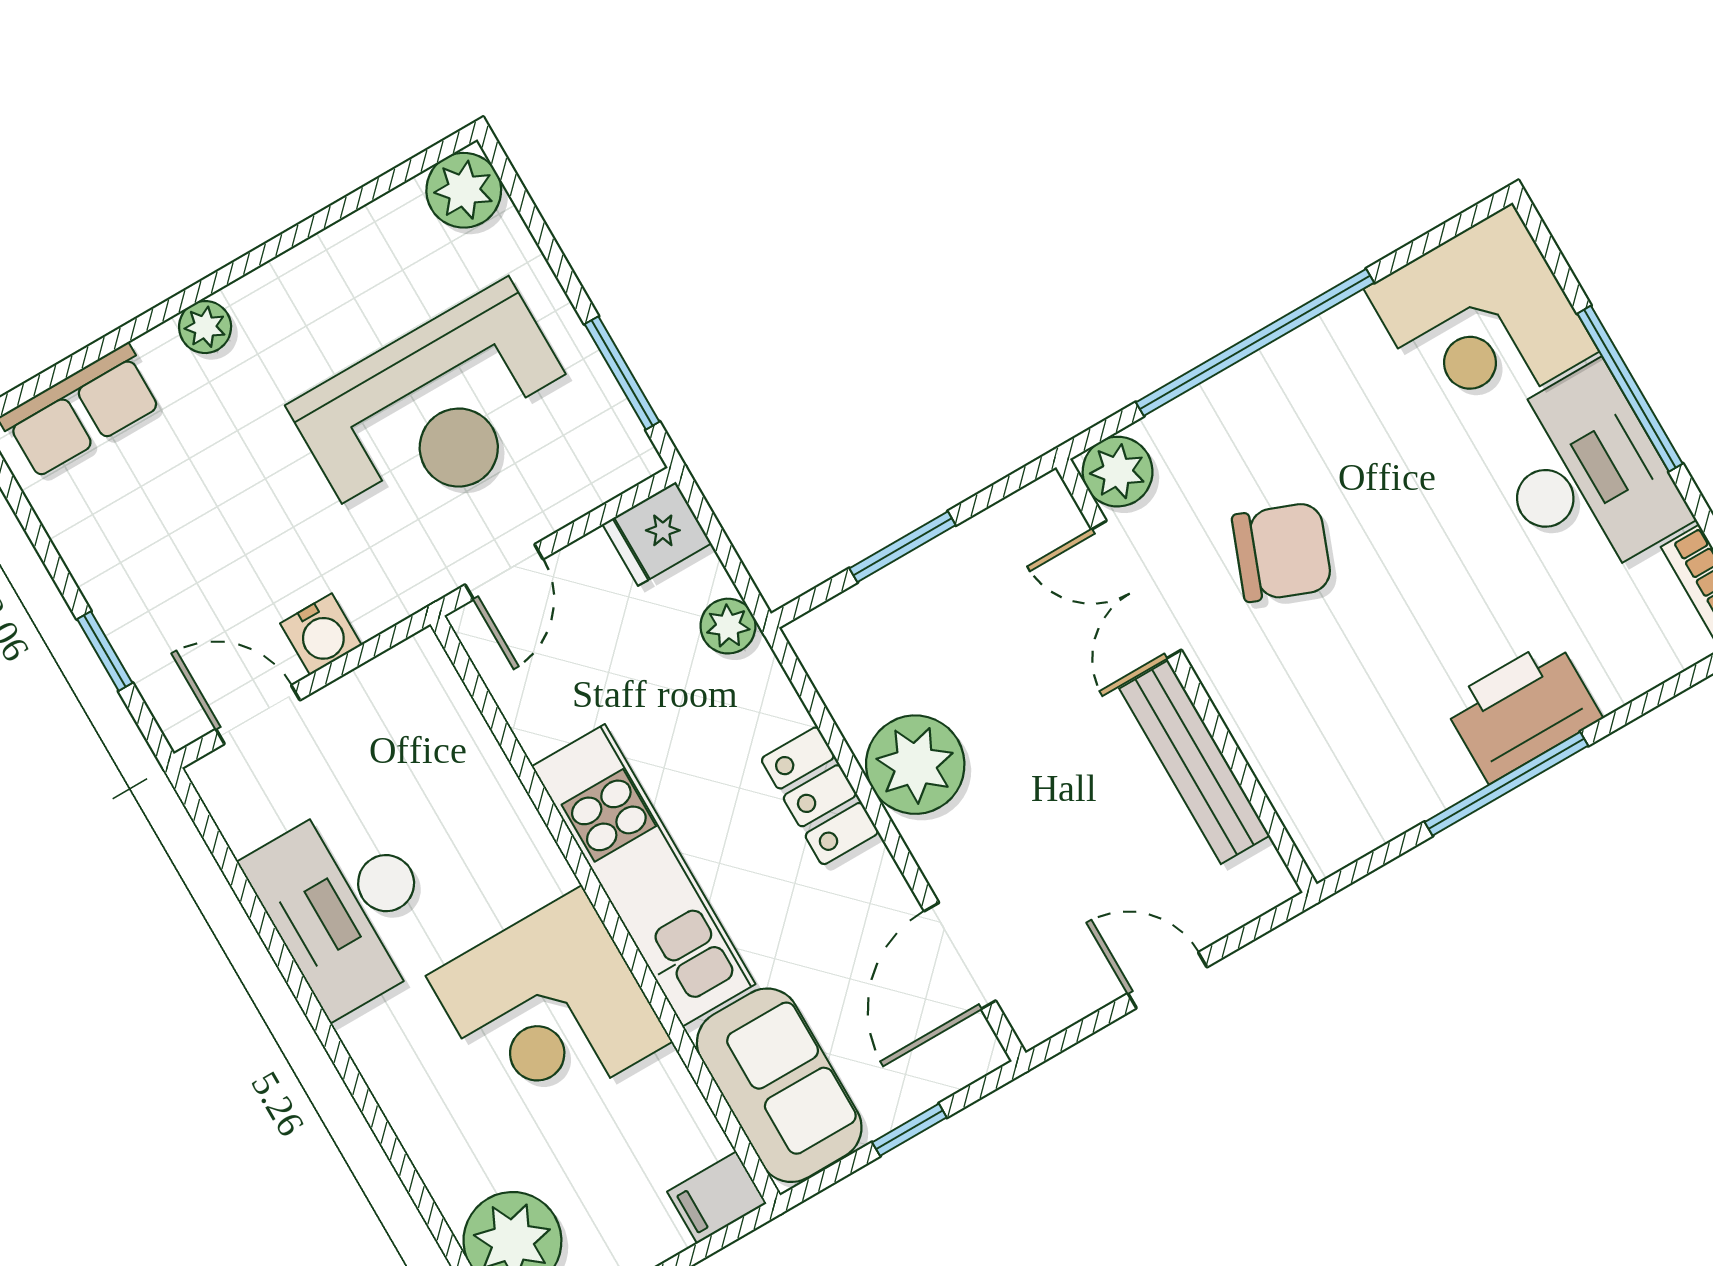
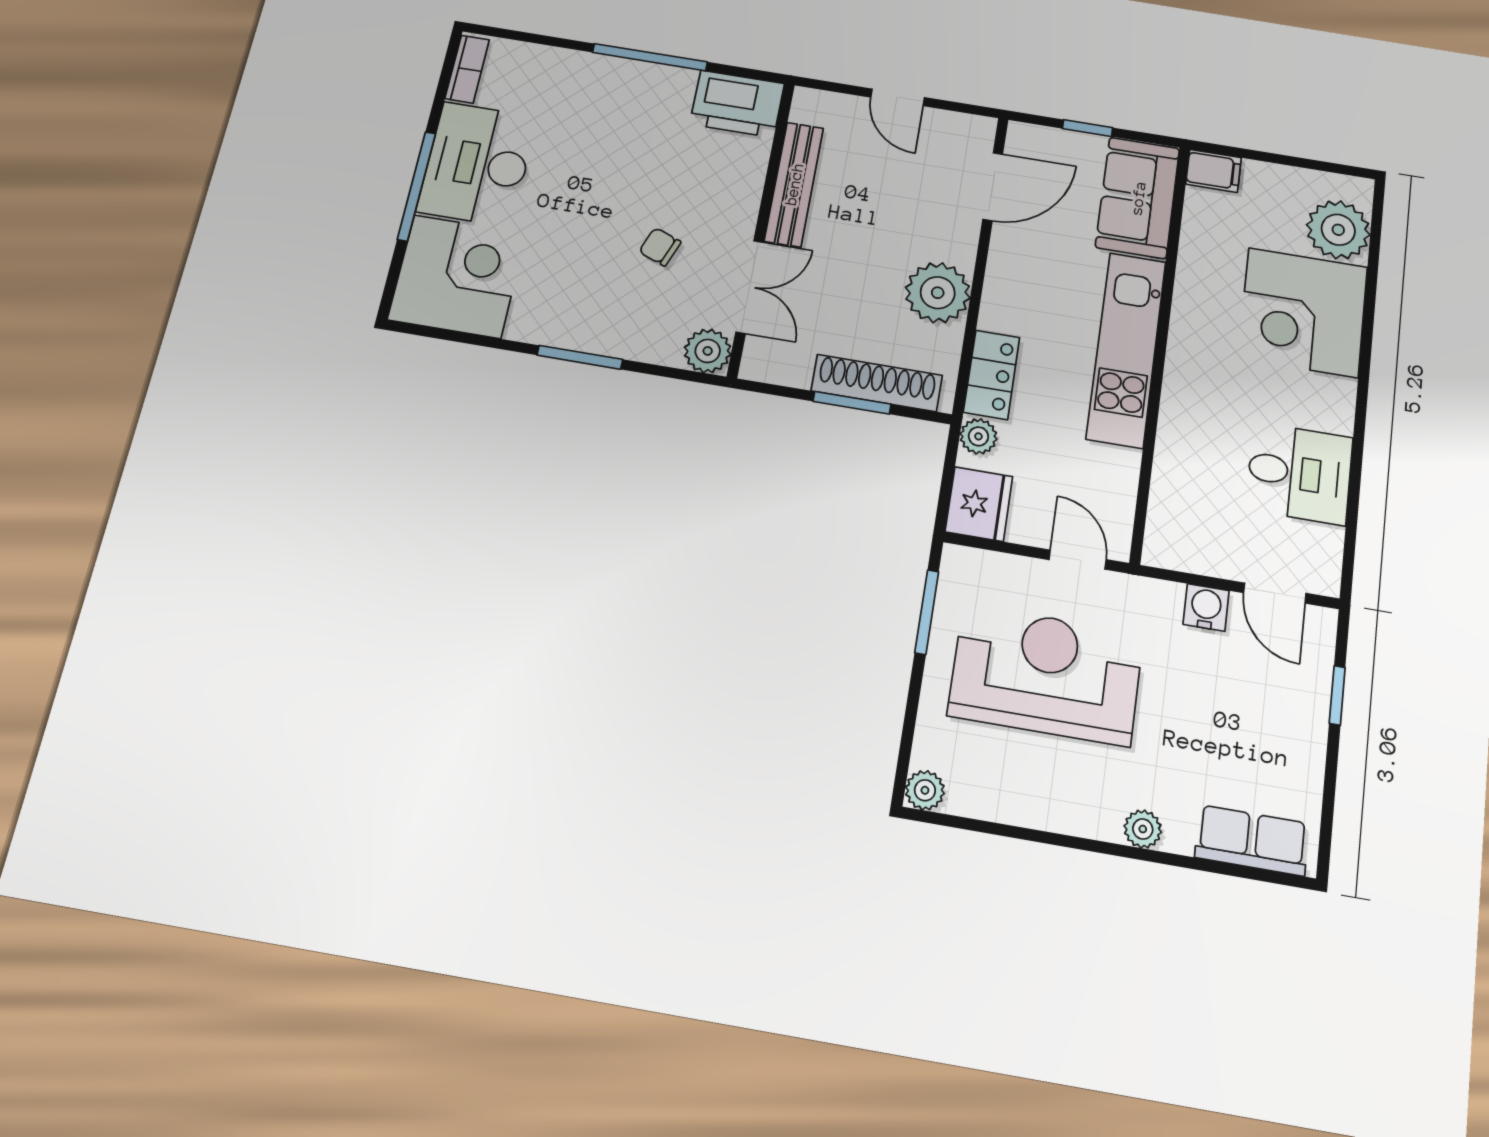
plant: (464, 190) -> (925, 790), width x0.73, depth x0.73
window: (1255, 342) -> (580, 357), width x0.47
fridge: (657, 534) -> (979, 504), width x1.38
chair: (1282, 552) -> (660, 247), width x0.54, depth x0.54
door: (504, 572) -> (1078, 560), hinge flipped
shoe rack: (894, 594) -> (877, 383), added
printer: (1522, 710) -> (737, 104), moved
locker: (820, 796) -> (992, 375), moved
desk: (347, 906) -> (1299, 473), width x0.73
corner desk: (549, 1009) -> (1303, 312), moved, turned 180

